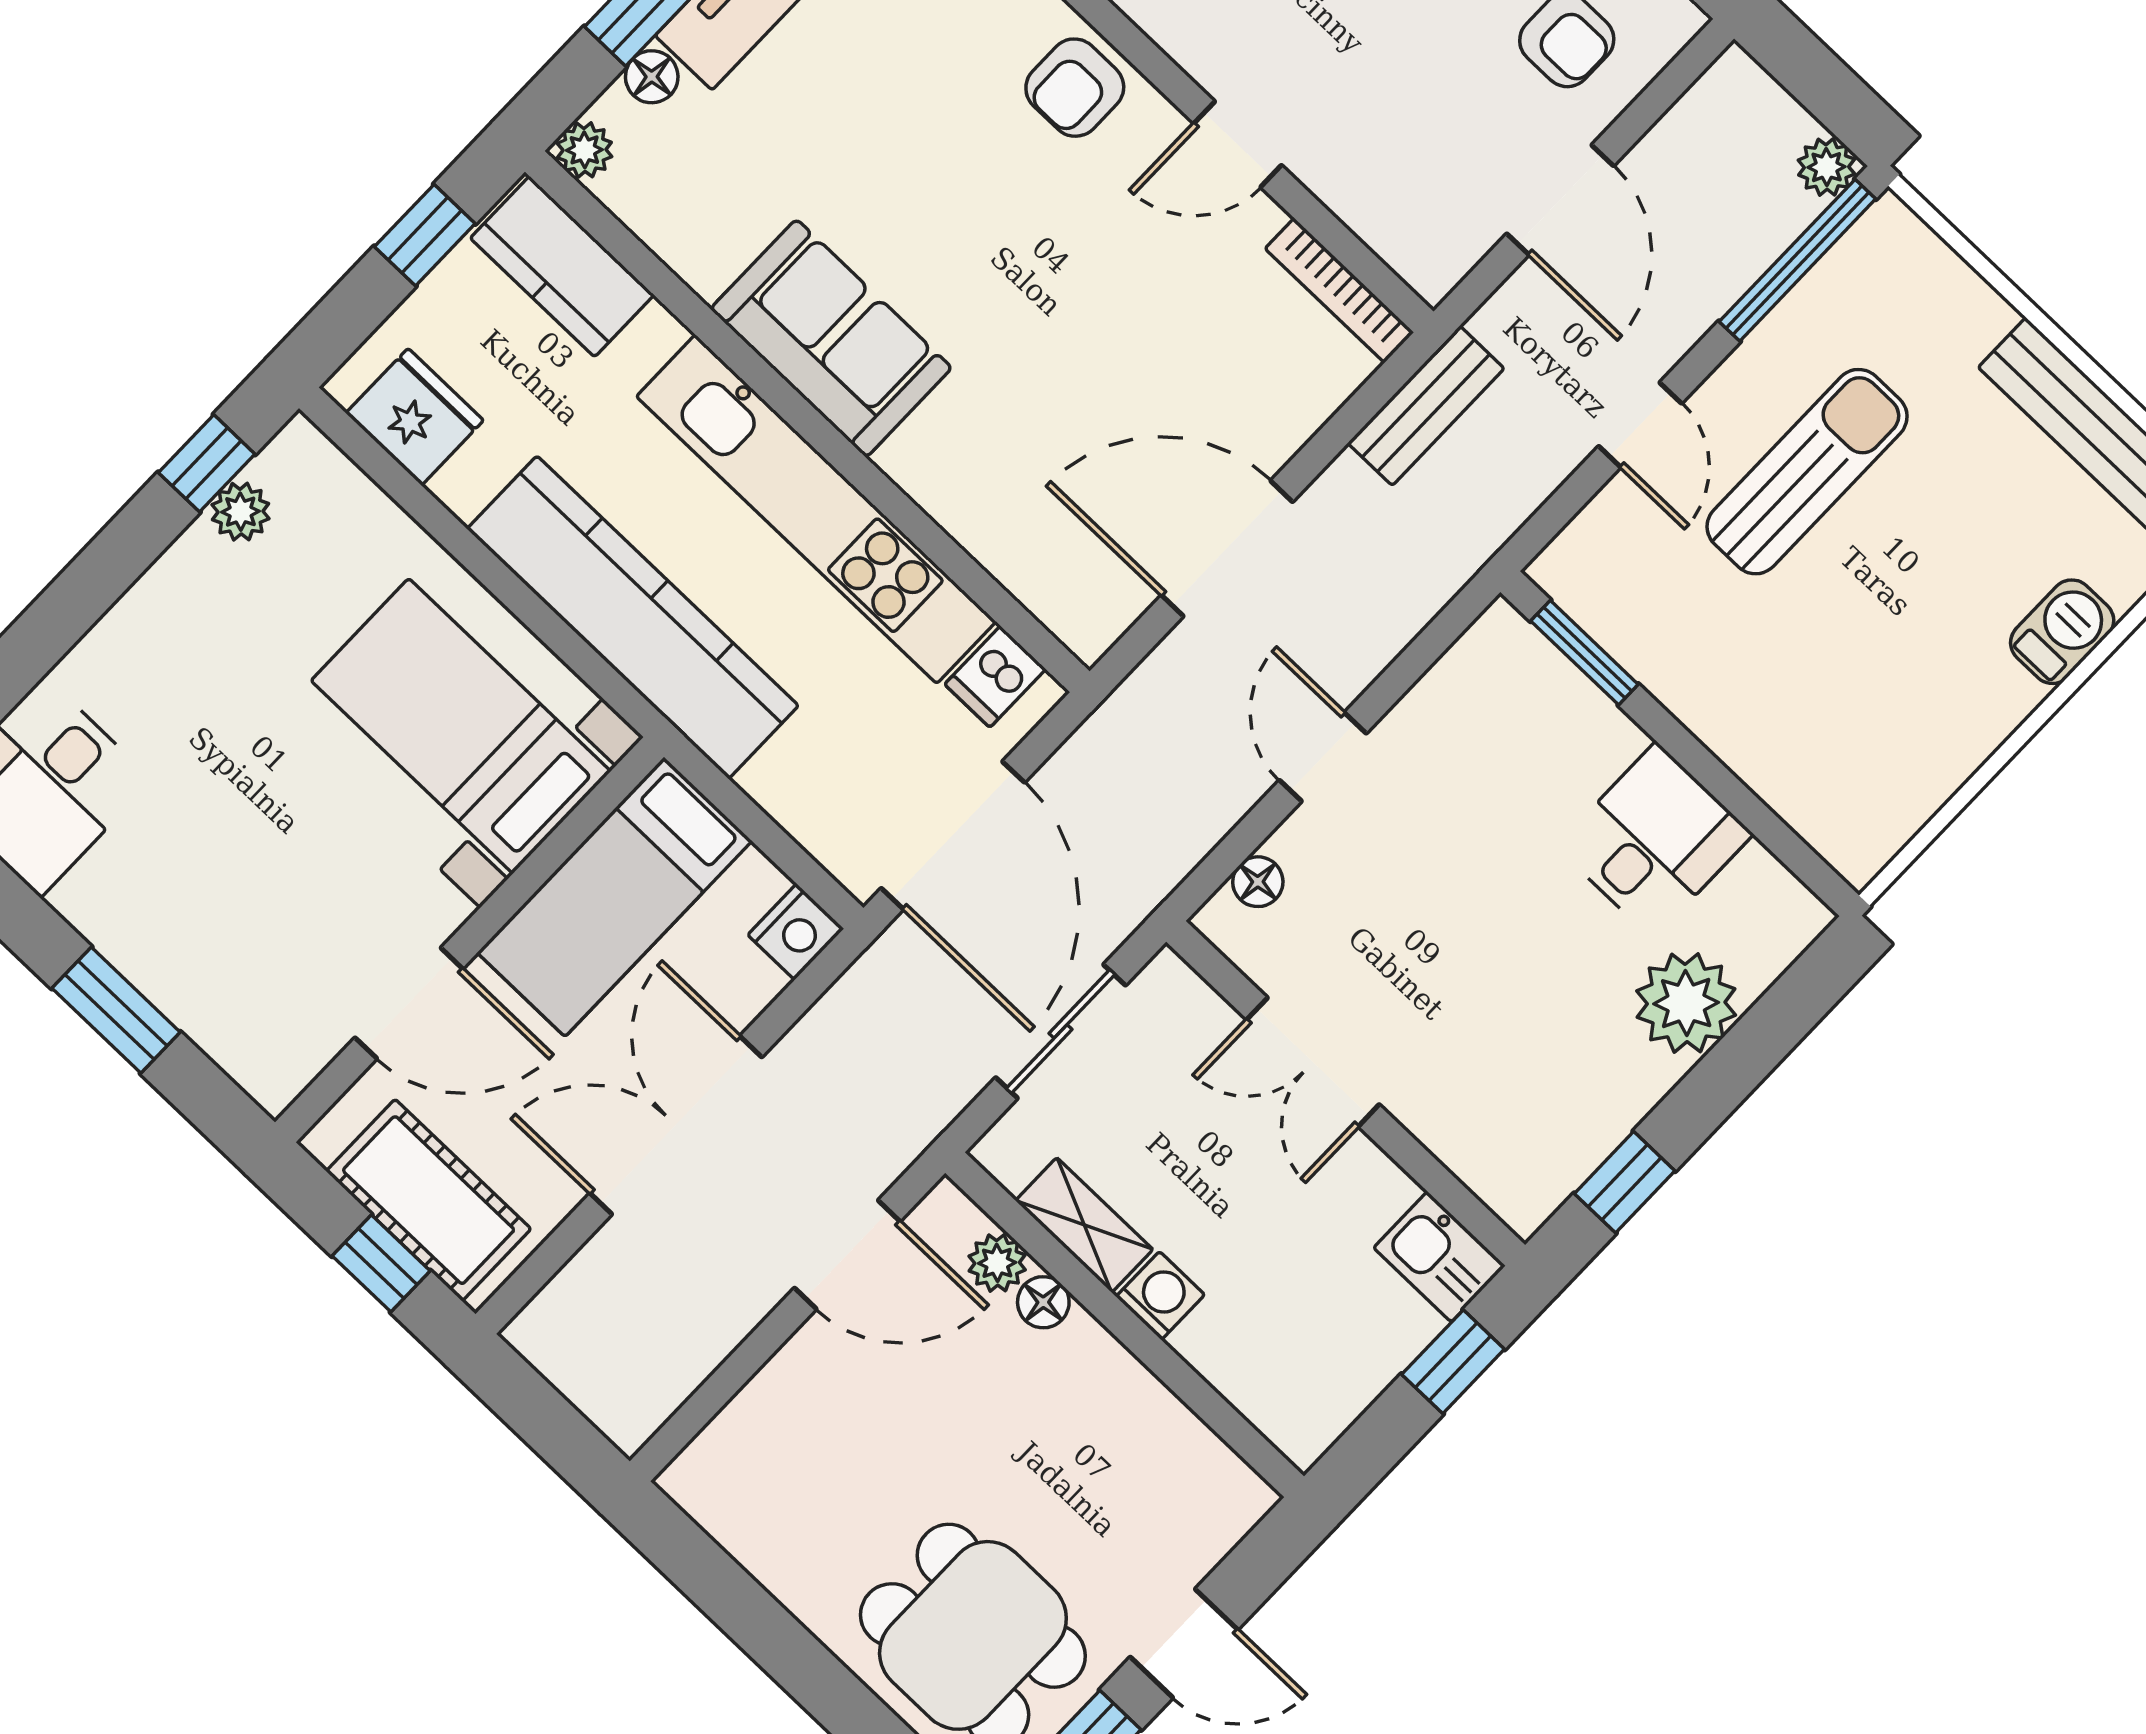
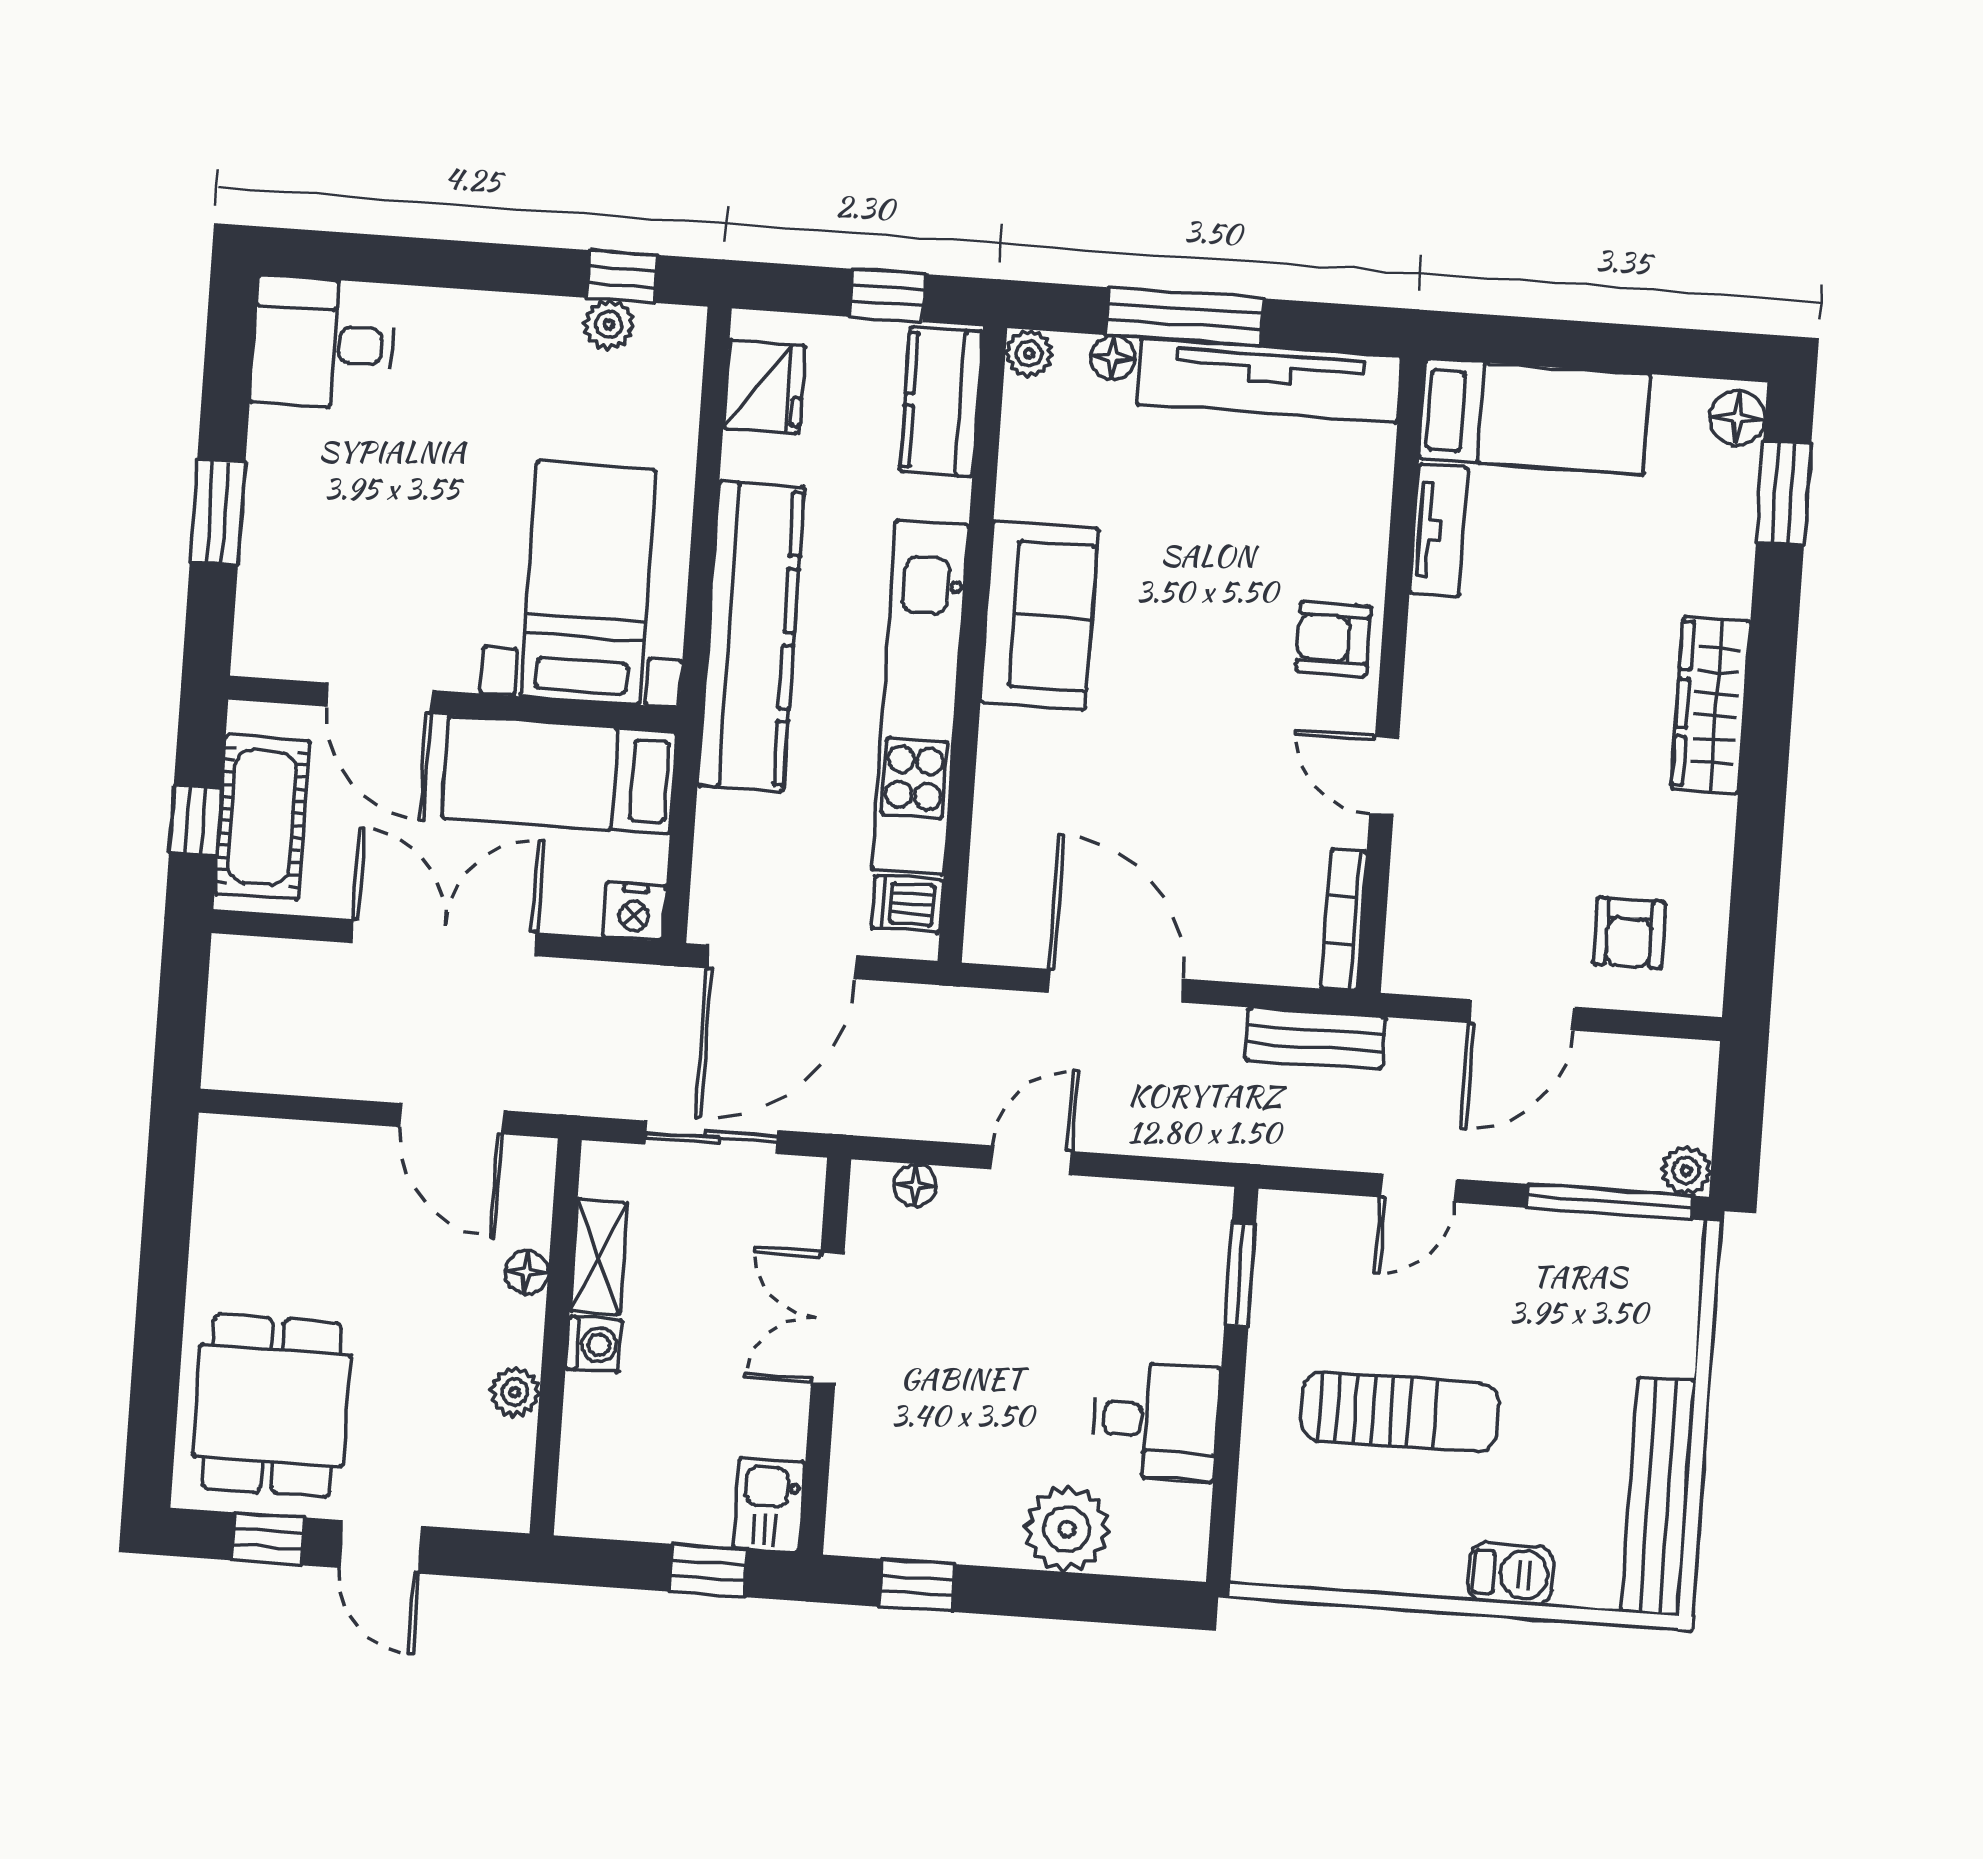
sun lounger: (1807, 472) -> (1400, 1412), moved
plant: (997, 1263) -> (515, 1392), moved

